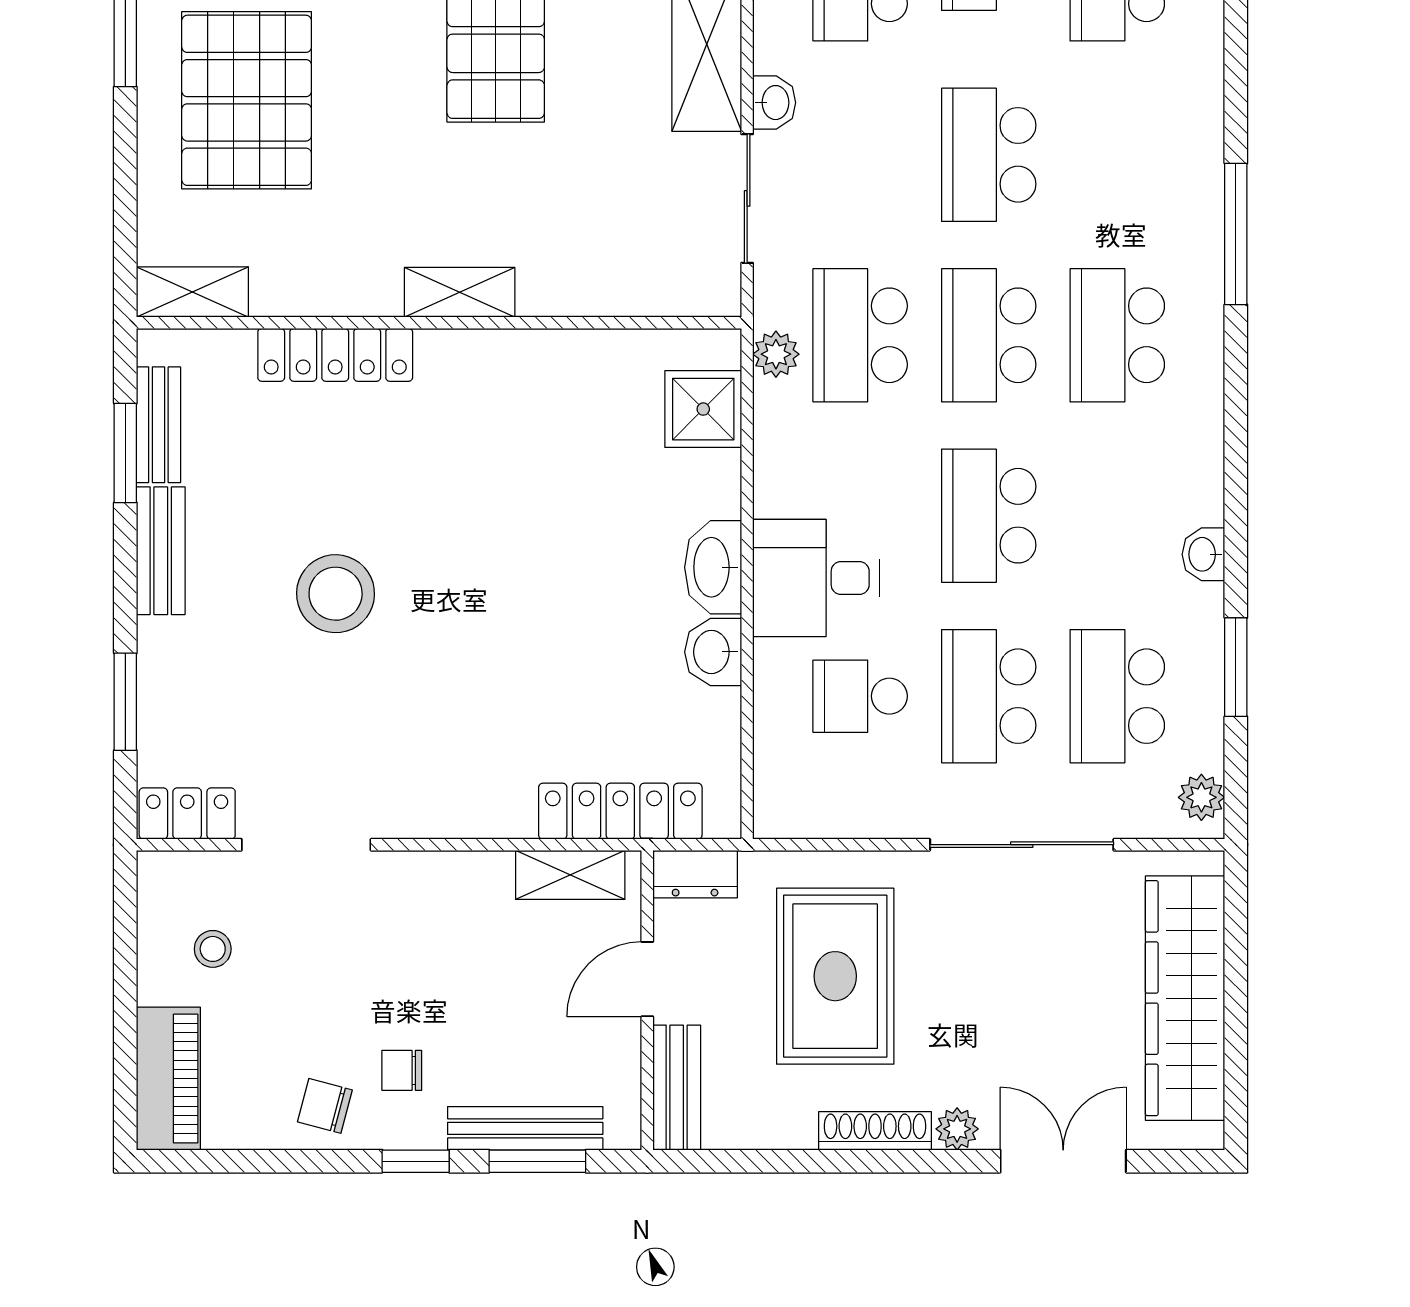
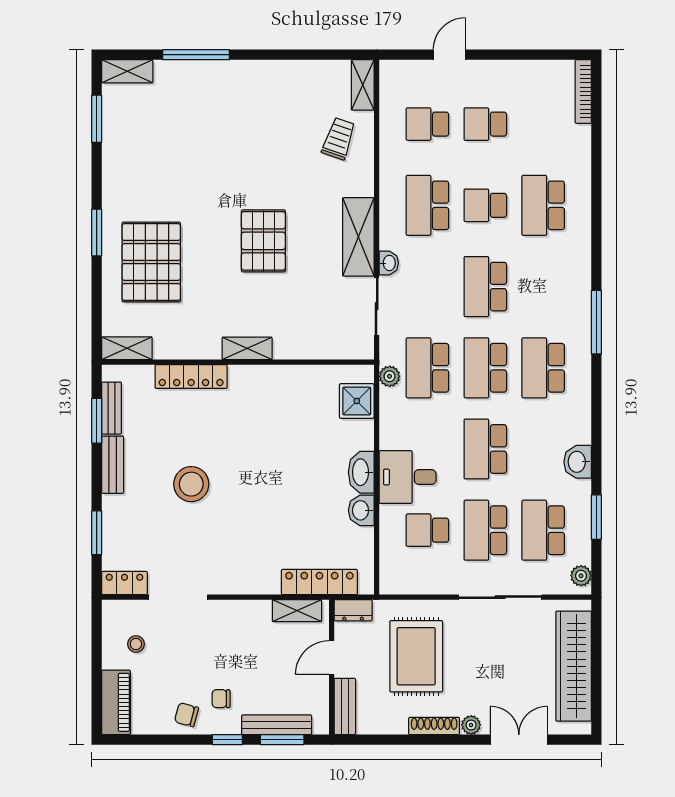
washbasin: (1203, 554) -> (578, 462), width x1.38, depth x1.45

